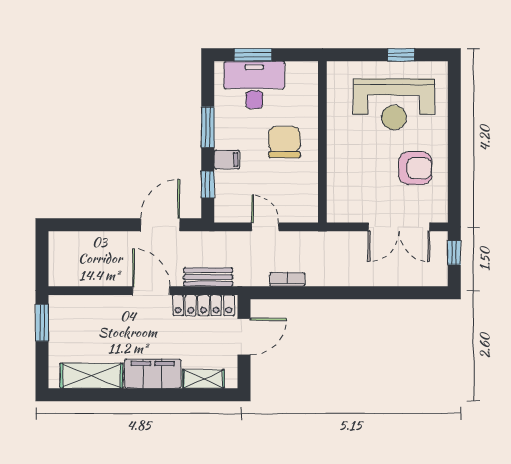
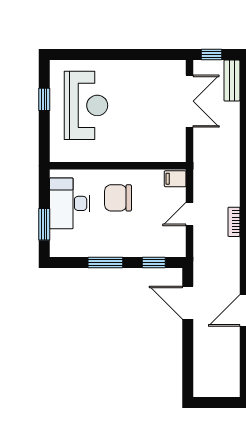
desk: (254, 85) -> (70, 203), moved
filing cabinet: (227, 160) -> (175, 179), moved, turned -90
armchair: (415, 168) -> (140, 87), removed
bench: (208, 277) -> (232, 81), moved
bookcase: (287, 279) -> (234, 222), moved

